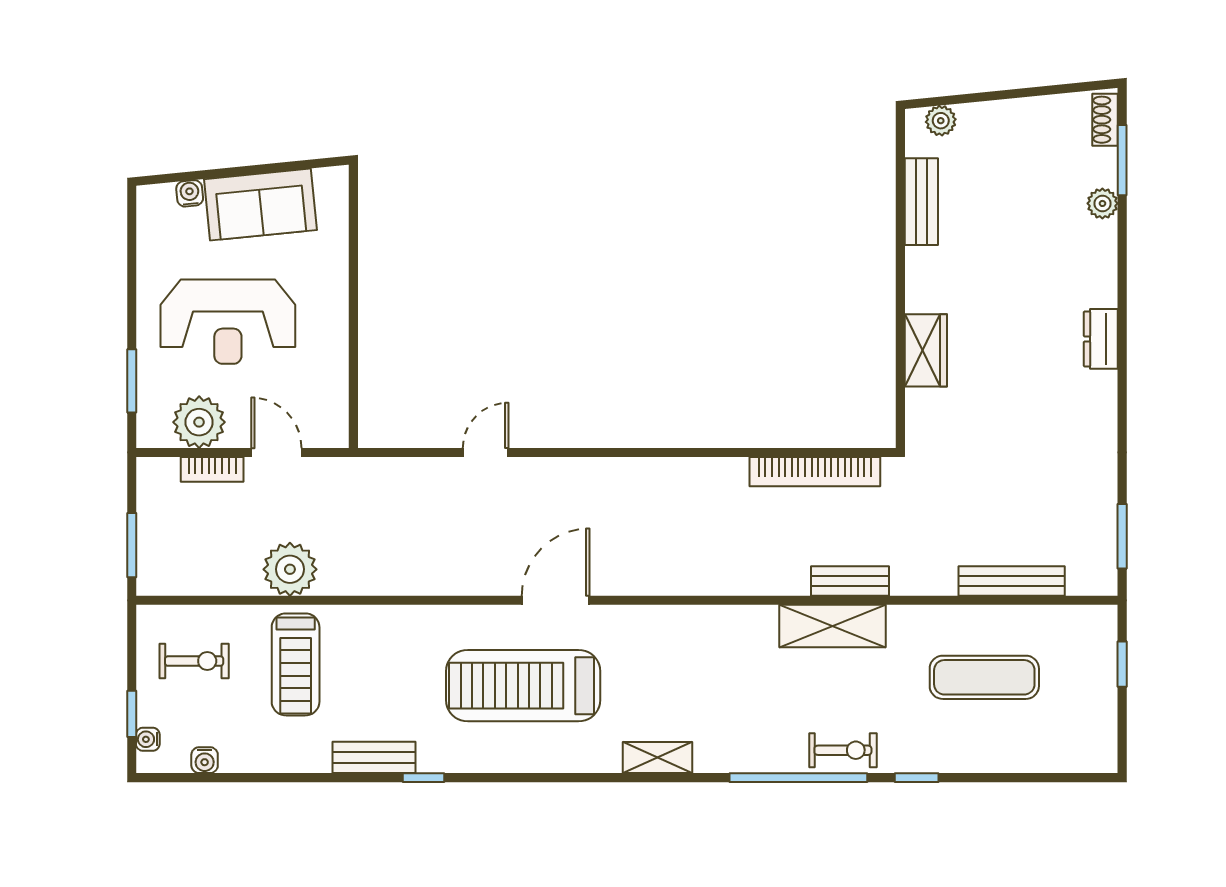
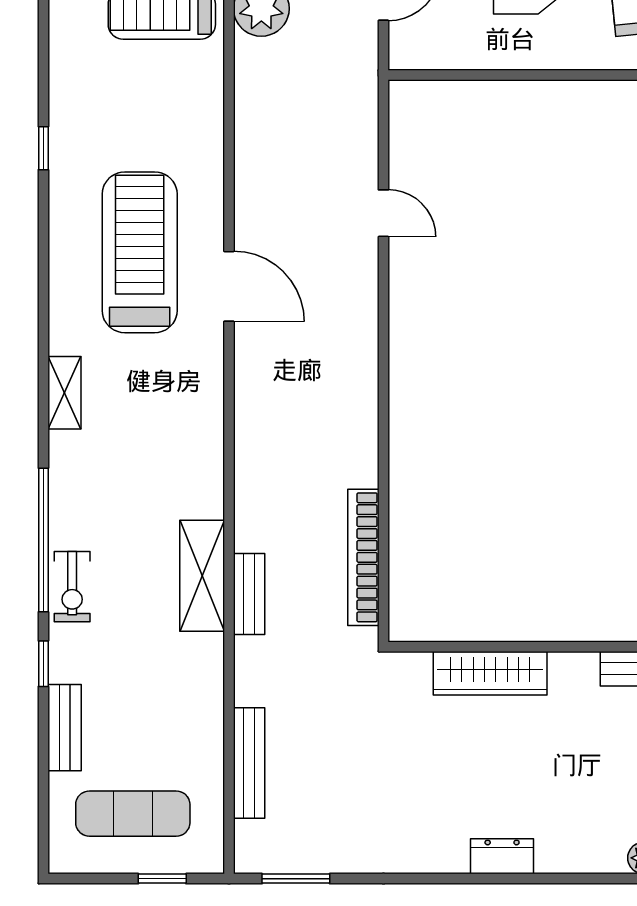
wardrobe: (926, 350) -> (490, 673), width x1.50
exercise mat: (984, 677) -> (133, 814), moved, turned 90
bench: (374, 757) -> (65, 728), moved

